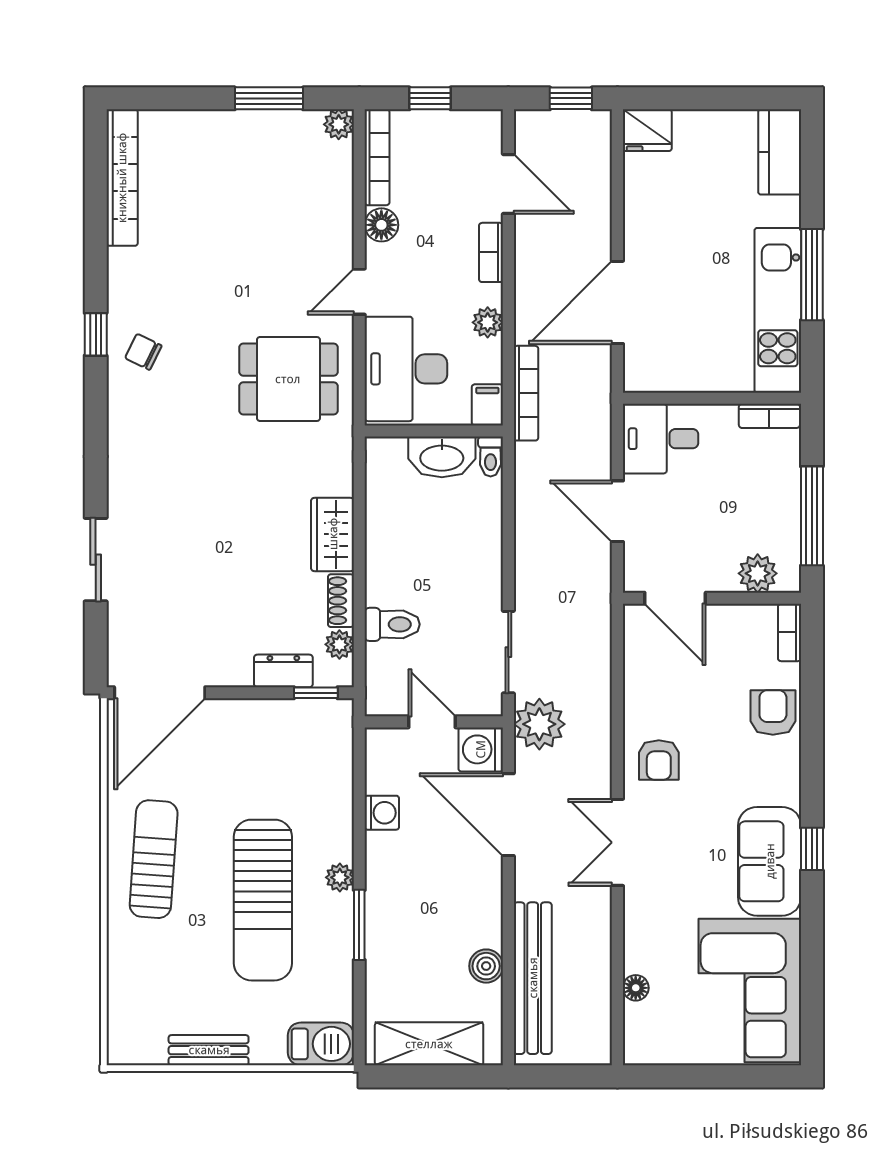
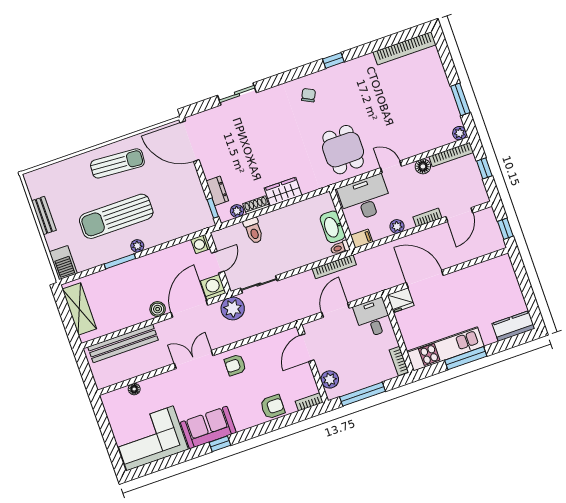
fridge: (647, 130) -> (401, 300), moved, turned -90
chair: (143, 352) -> (308, 95), moved
bookcase: (526, 393) -> (334, 267), moved
washing machine: (382, 813) -> (201, 244), moved, turned 90
boiler: (486, 966) -> (158, 309), moved

